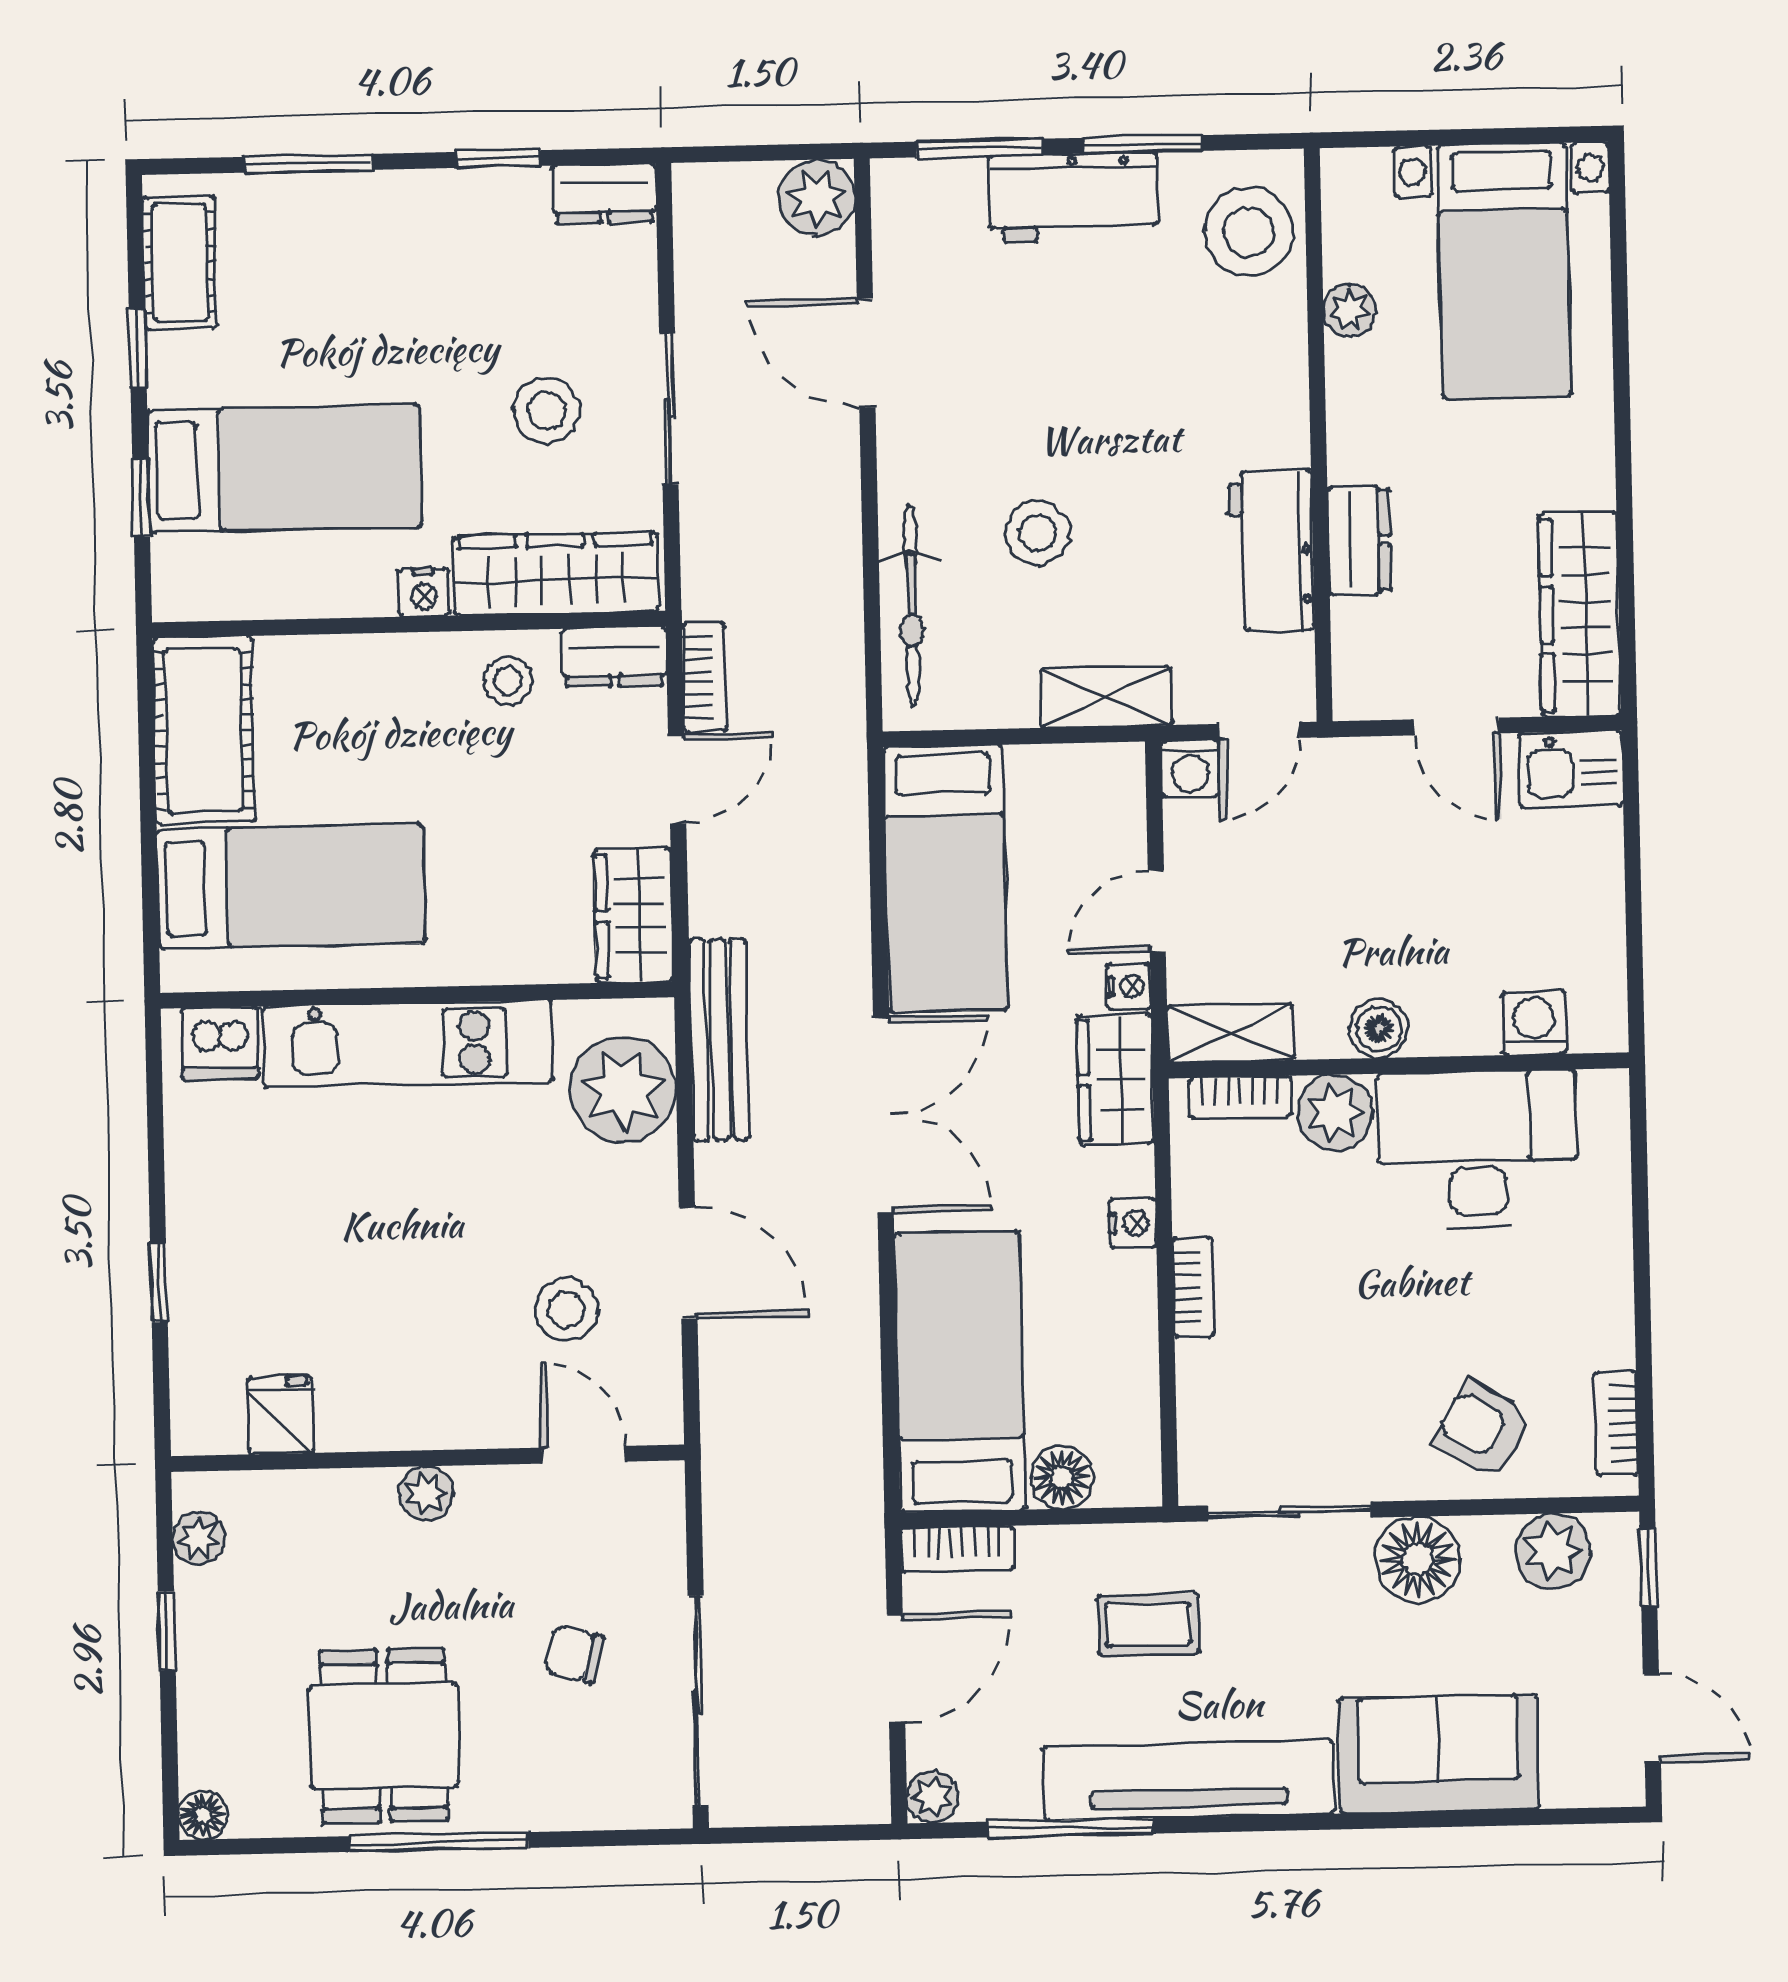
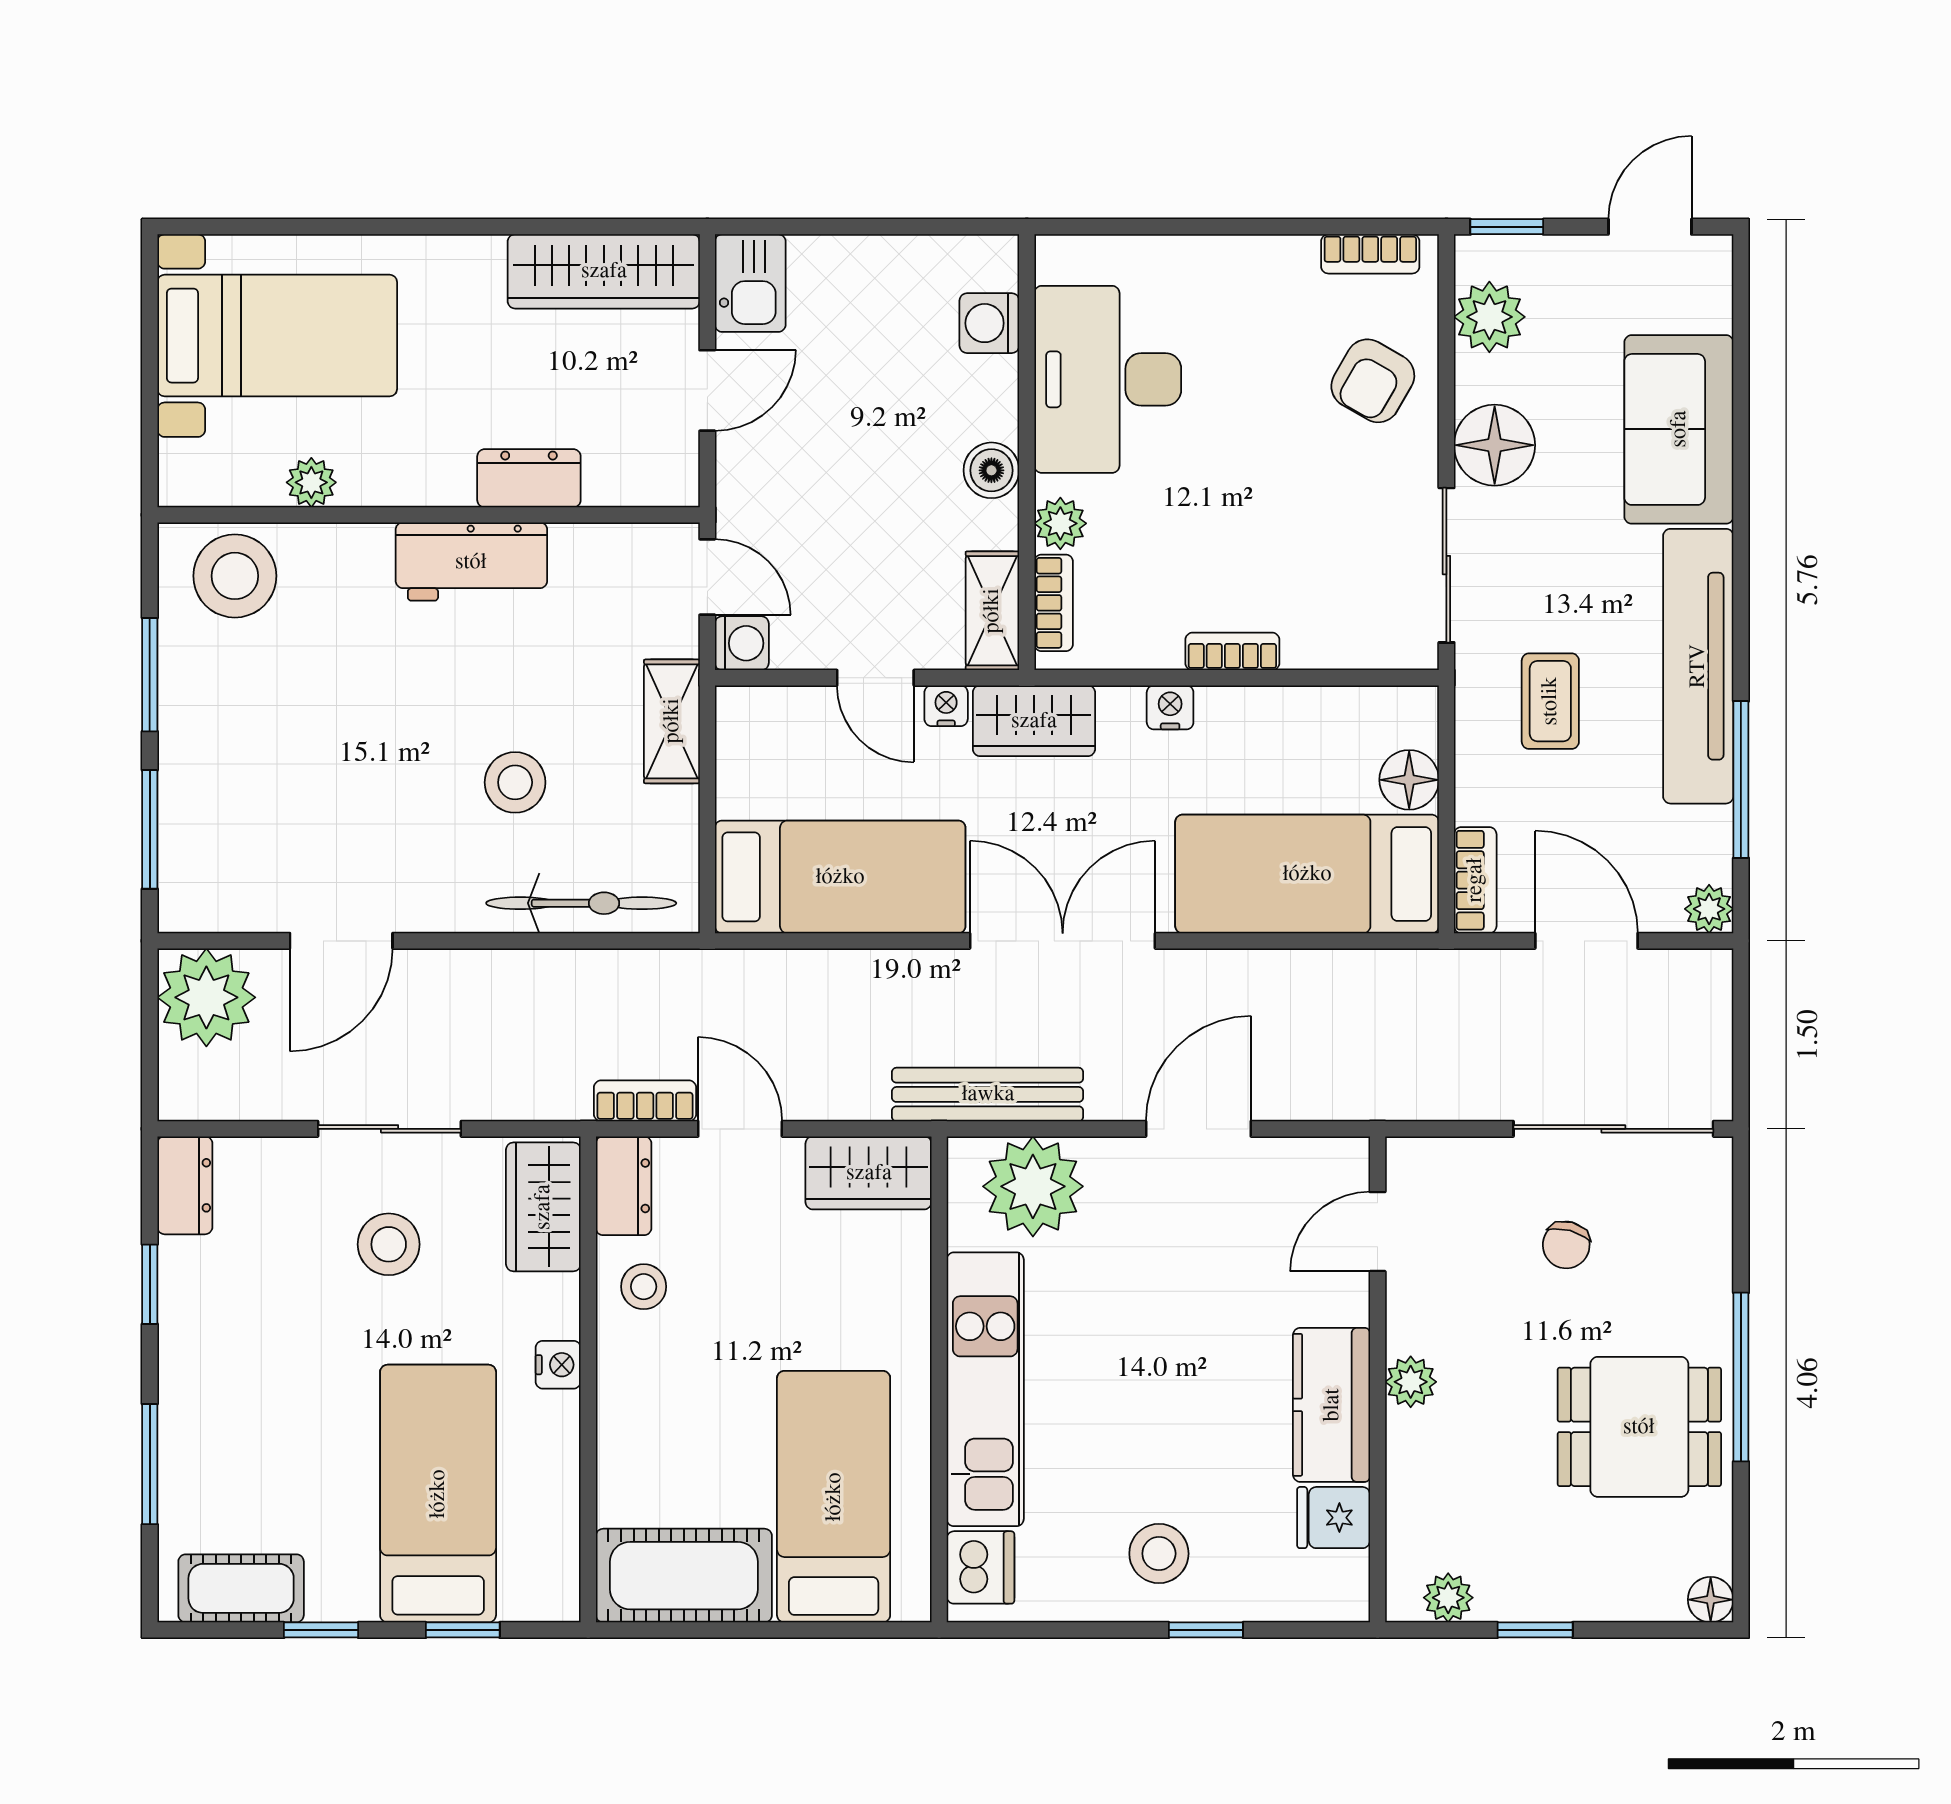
workbench: (1073, 197) -> (198, 741), removed
plant: (817, 198) -> (206, 997), width x1.36, depth x1.36
workbench: (1271, 551) -> (471, 562), moved
wardrobe: (556, 574) -> (543, 1207), width x0.67
plant: (1335, 1113) -> (1060, 523), width x0.73, depth x0.73
stool: (566, 1310) -> (1159, 1554), moved
kitchen counter: (400, 1410) -> (1332, 1405), added

